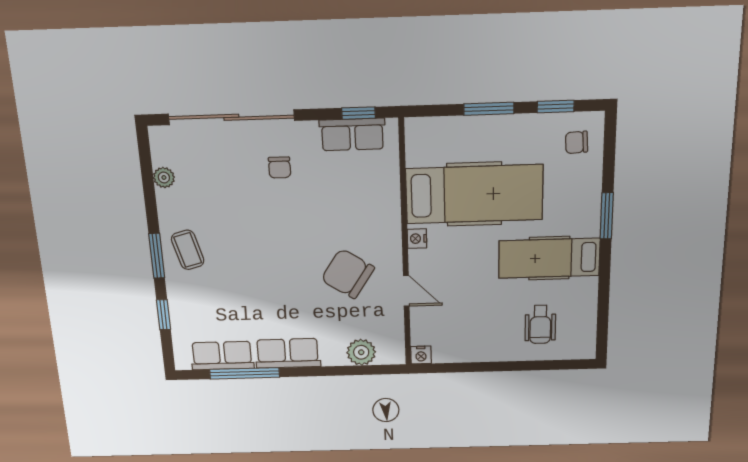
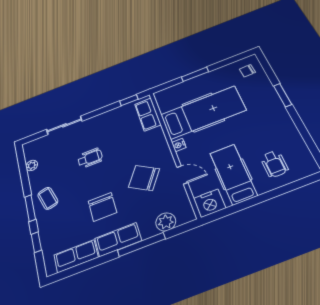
window: (556, 107) -> (229, 61), removed
sliding door: (231, 117) -> (64, 125), width x0.54
row of seats: (352, 134) -> (148, 114), moved, turned 90
chair: (280, 167) -> (102, 207), moved, width x1.87, depth x1.87
wheelchair: (268, 204) -> (90, 158), added
hospital bed: (549, 258) -> (233, 174), moved, turned 90
nightstand: (421, 355) -> (209, 203), width x1.89, depth x1.79
window: (245, 373) -> (141, 244), moved

